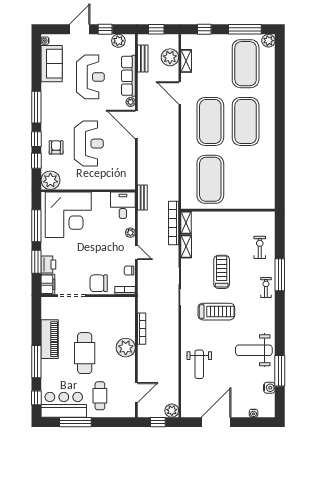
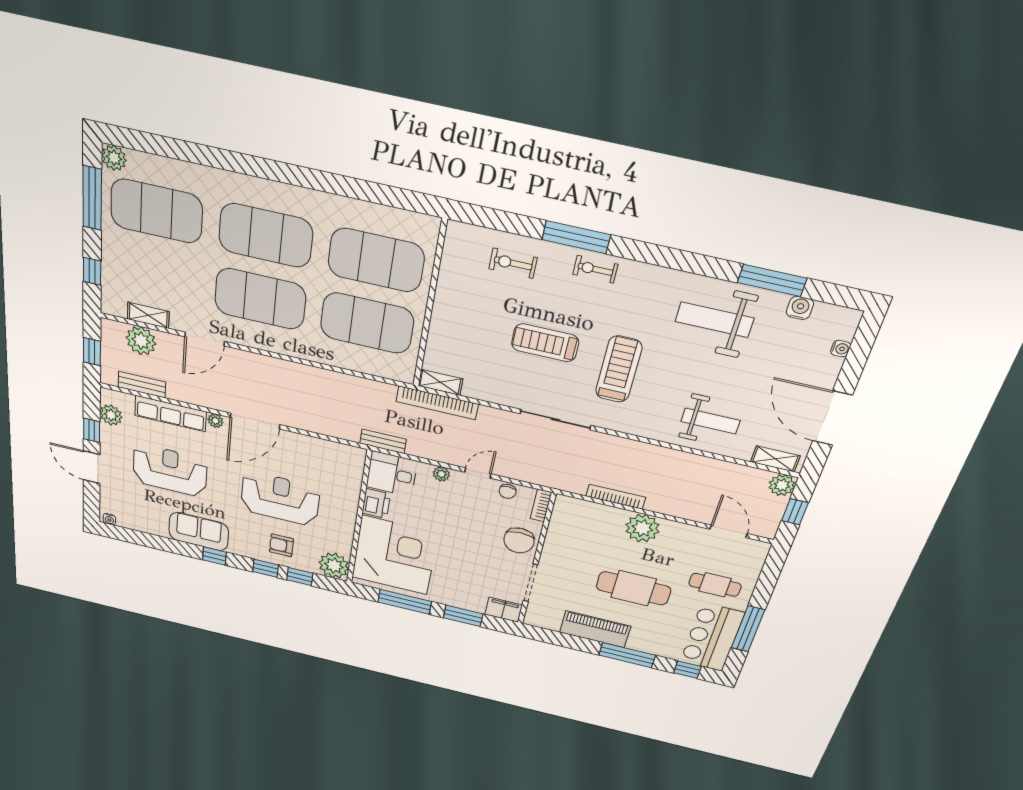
sofa: (52, 64) -> (199, 532), moved
window: (36, 107) -> (214, 556), width x0.46
exercise mat: (246, 179) -> (376, 260), added
shelving: (186, 246) -> (775, 459), moved
printer: (48, 265) -> (376, 504), moved, turned 90
weight bench: (254, 350) -> (714, 320), turned 90

